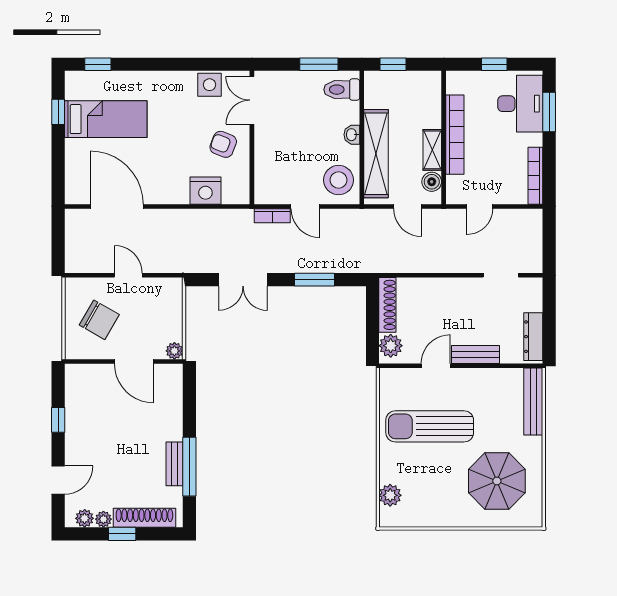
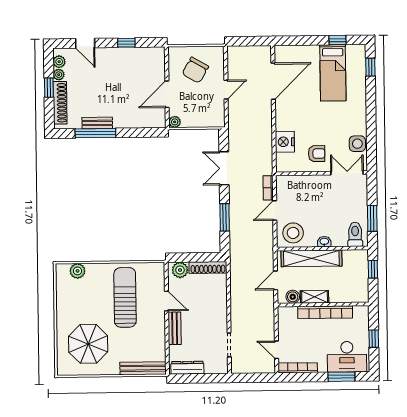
armchair: (223, 144) -> (317, 154), turned 69
door: (480, 206) -> (276, 350), moved

